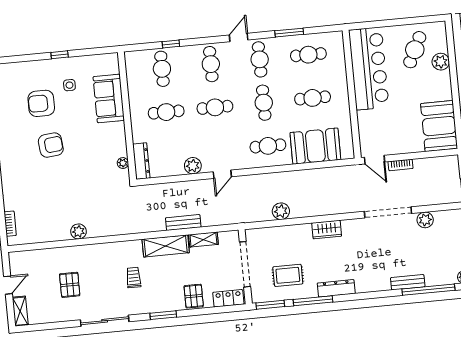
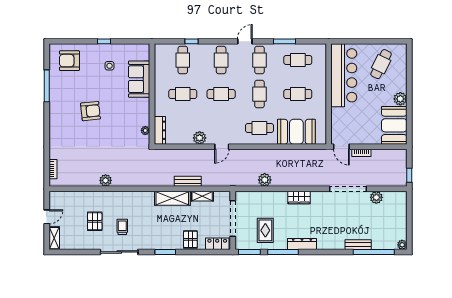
plant: (441, 62) -> (400, 99), moved
armchair: (41, 103) -> (69, 61), moved
rug: (288, 275) -> (265, 230), turned 90
trolley: (133, 277) -> (122, 227), moved

